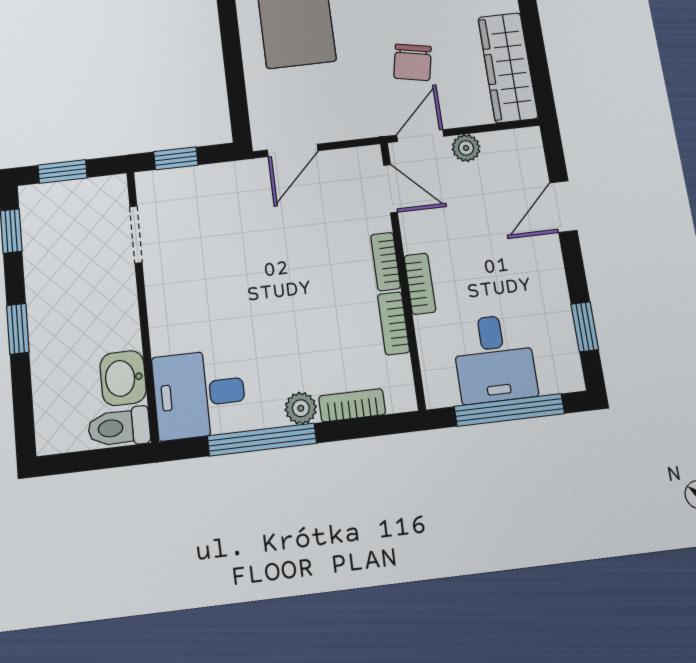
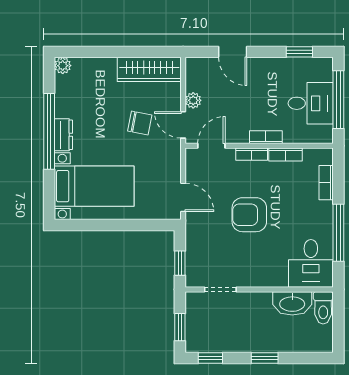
armchair: (276, 270) -> (249, 215), added
washbasin: (123, 378) -> (292, 303), width x1.38
plant: (301, 408) -> (324, 210), removed

